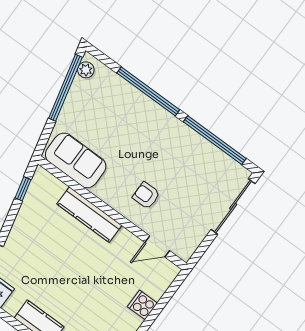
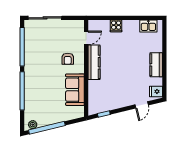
sofa: (76, 160) -> (75, 90), moved
kitchen counter: (89, 215) -> (94, 62), moved
door: (157, 246) -> (86, 38), hinge flipped

